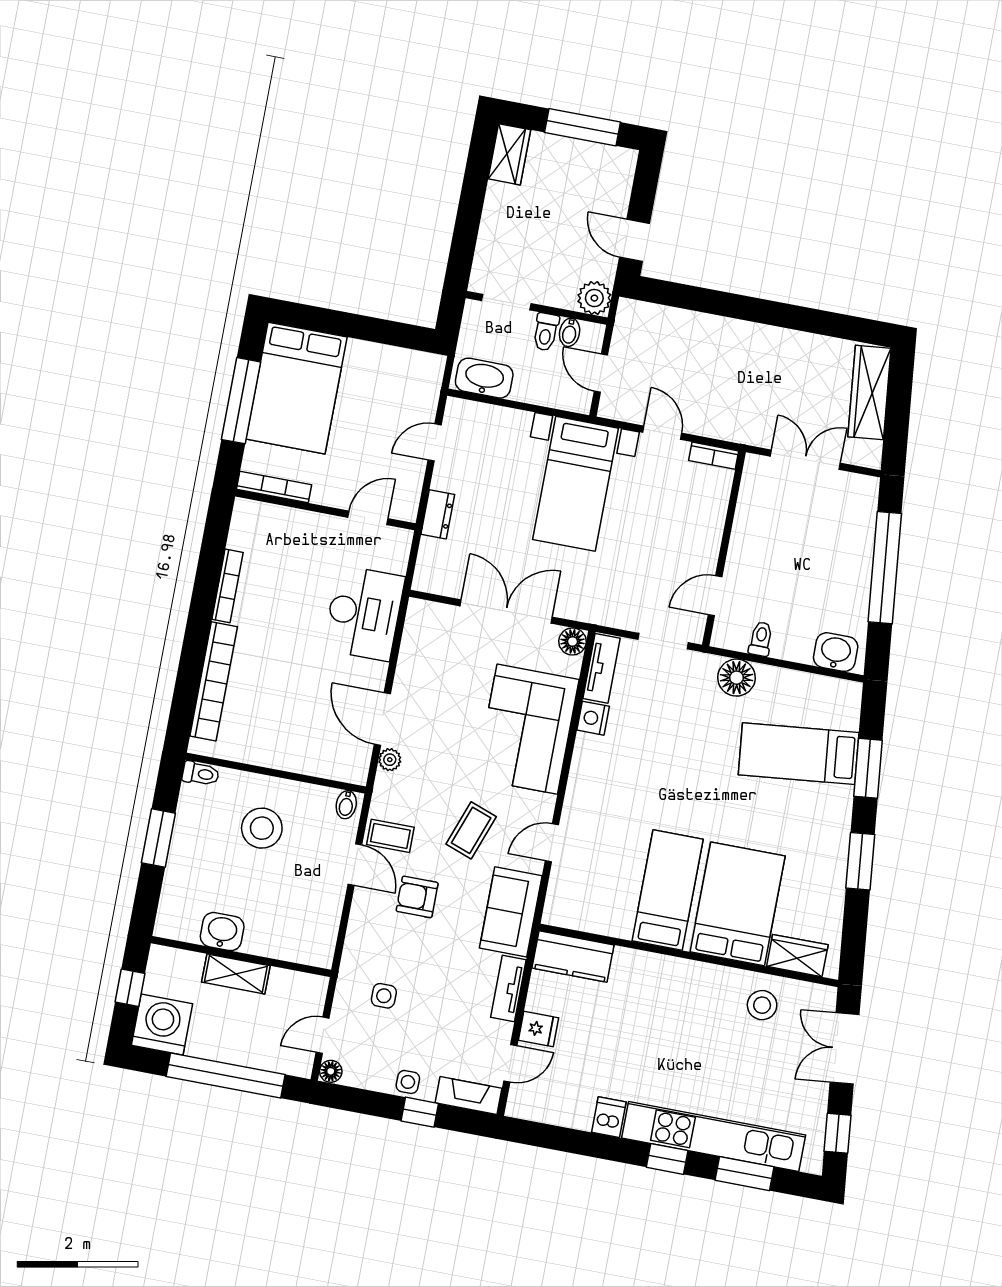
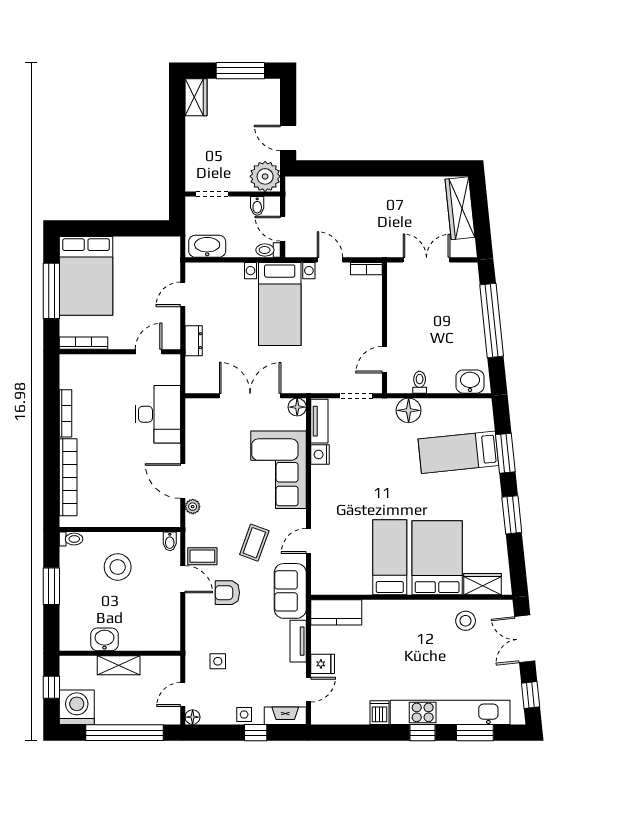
plant: (594, 298) -> (265, 176), width x1.36, depth x1.36
toilet: (546, 332) -> (268, 250), moved, turned 90

